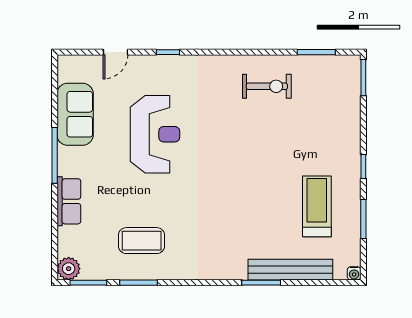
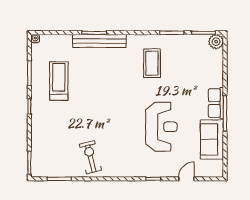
exercise bike: (267, 86) -> (90, 157), turned 76
reception desk: (155, 134) -> (161, 127), turned 180
row of seats: (69, 201) -> (216, 103), moved
treadmill: (317, 206) -> (59, 81), turned 180
coffee table: (142, 241) -> (152, 63), moved, turned 90
bench: (290, 270) -> (99, 41), moved

